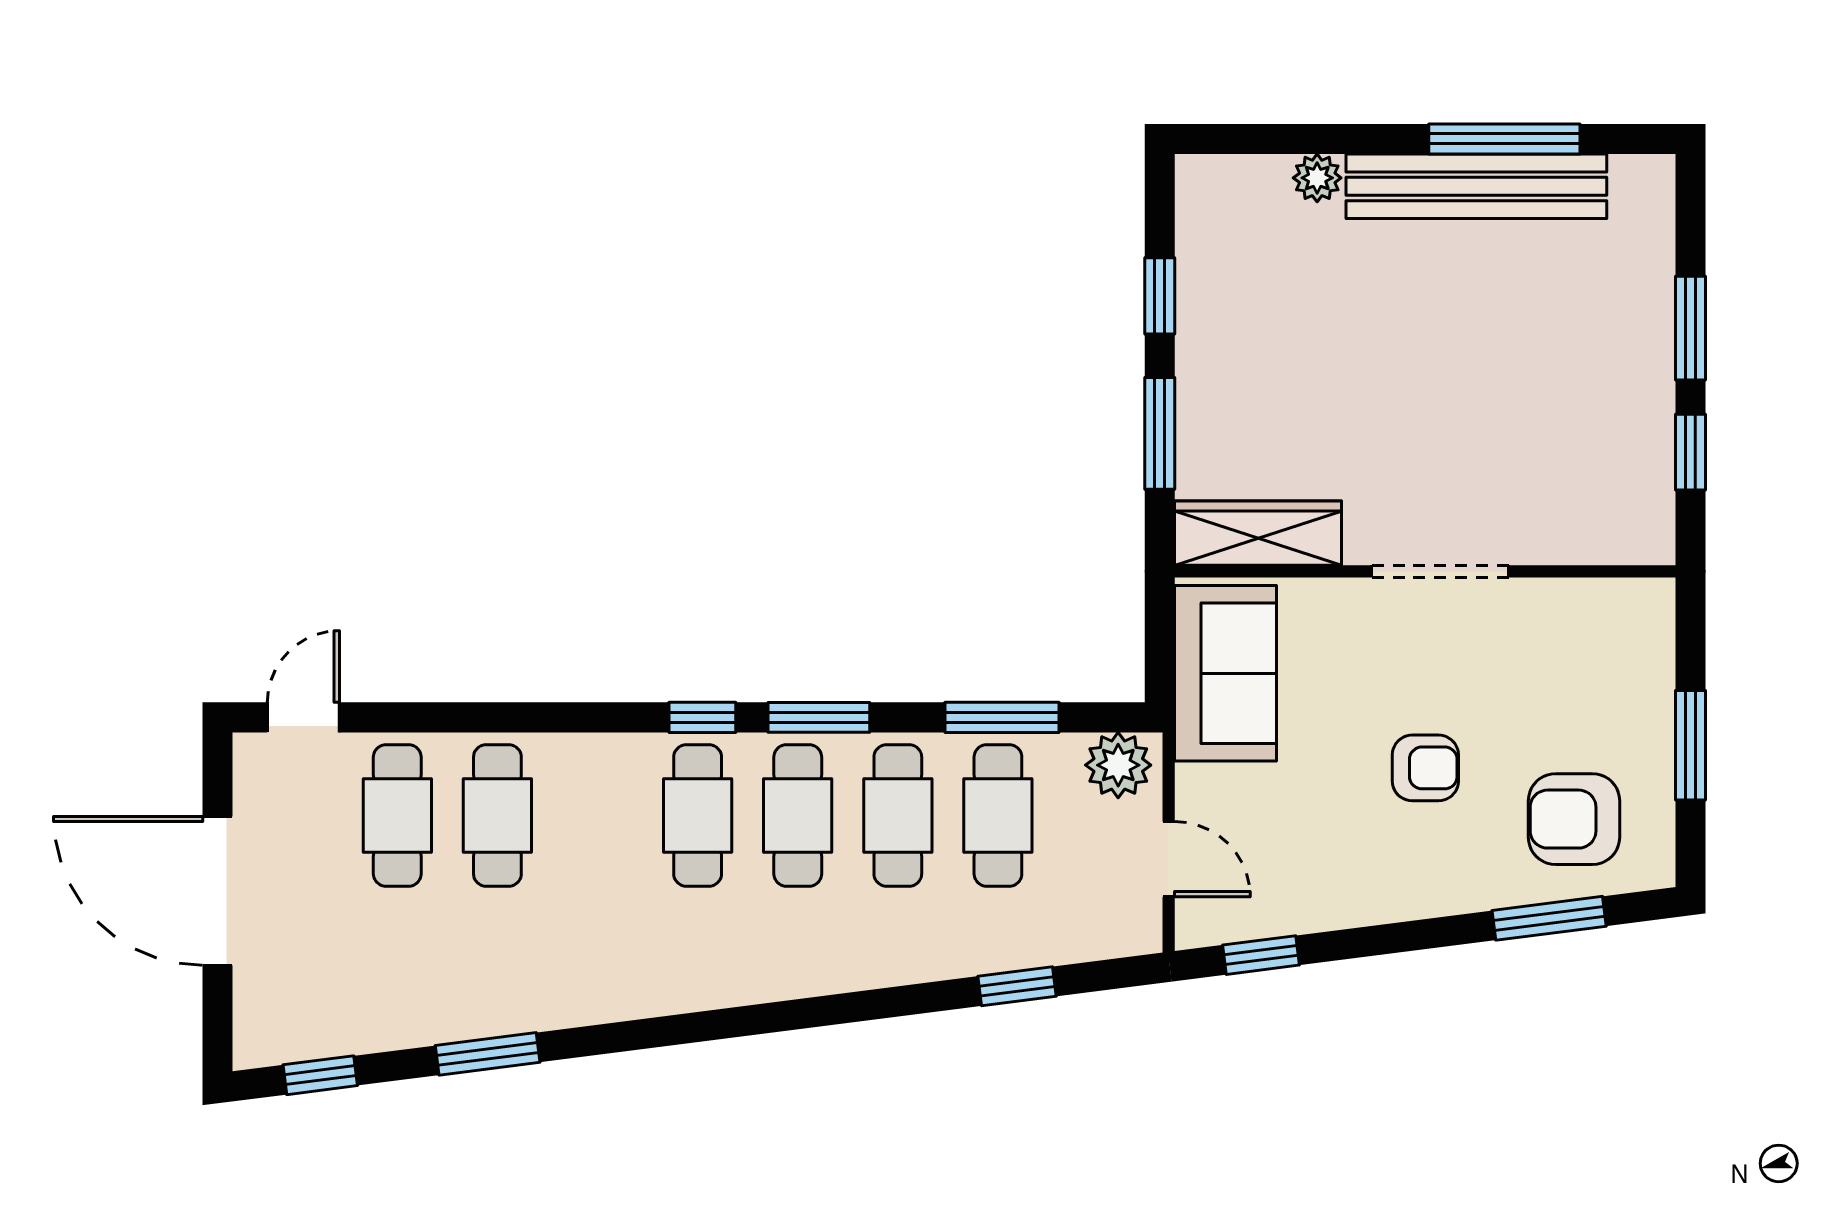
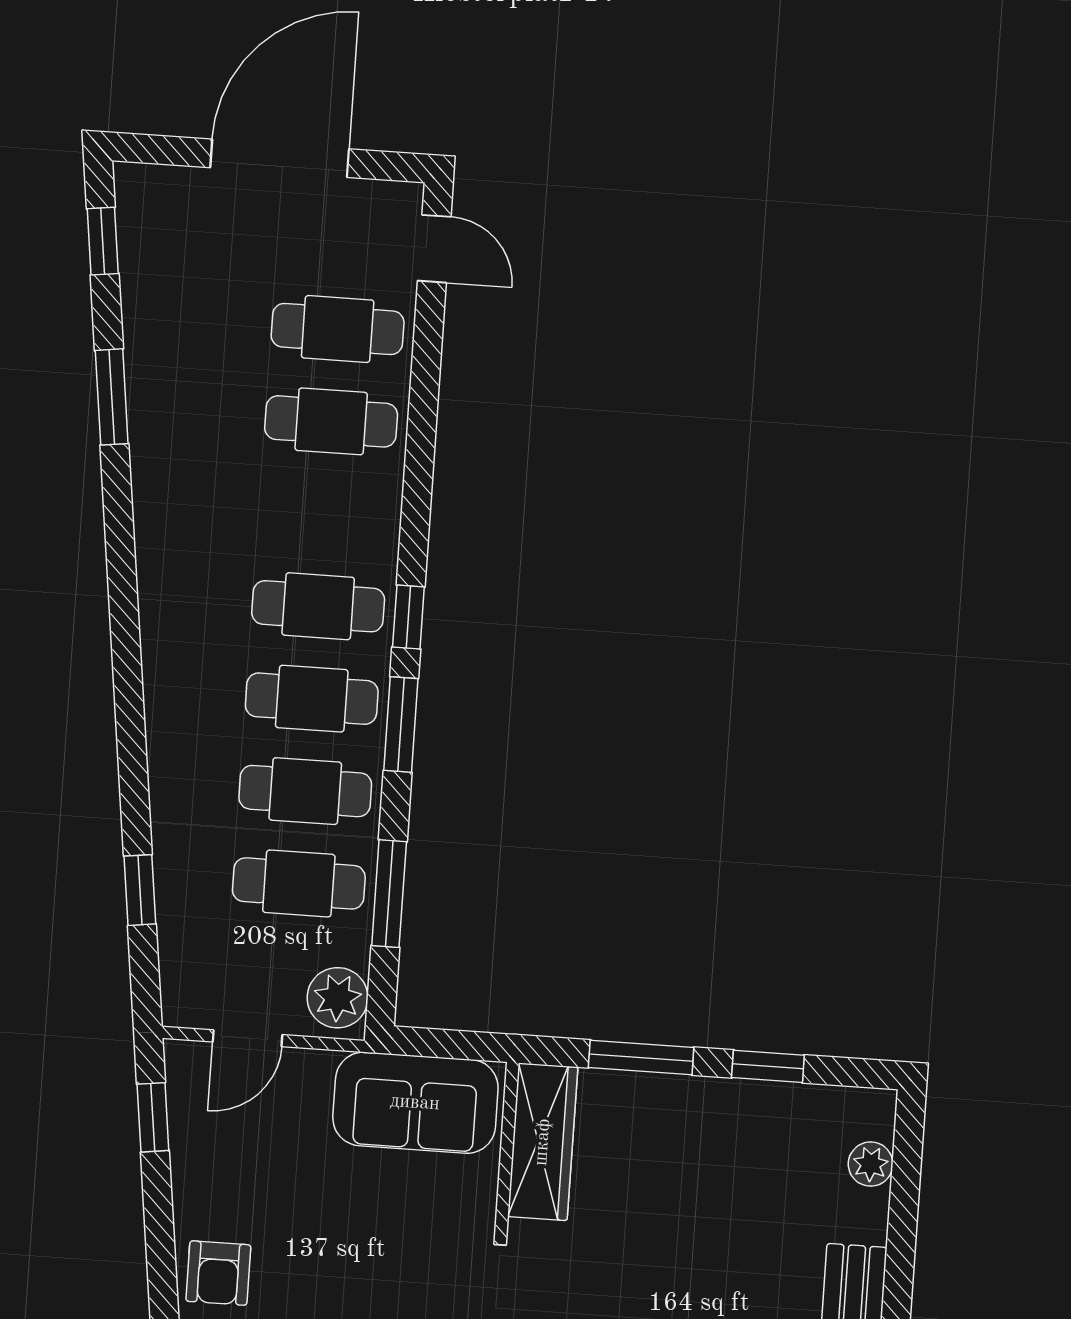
plant: (1317, 178) -> (871, 1164), moved
armchair: (1425, 768) -> (218, 1273), moved

